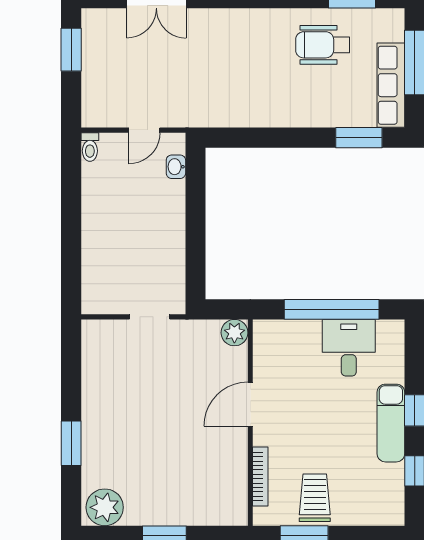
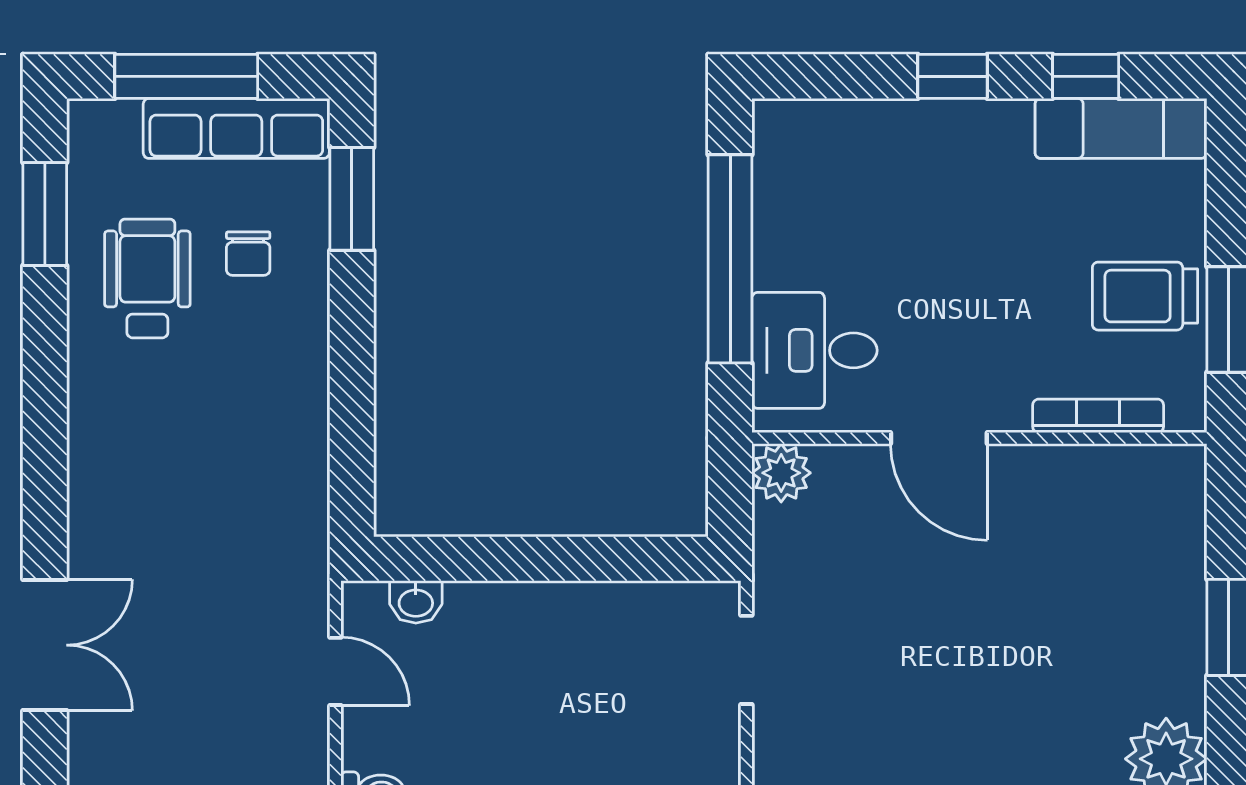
wheelchair: (323, 45) -> (147, 278), turned 180
chair: (334, 91) -> (248, 254), added
desk: (349, 348) -> (815, 350), moved
exam couch: (391, 423) -> (1121, 128), moved

